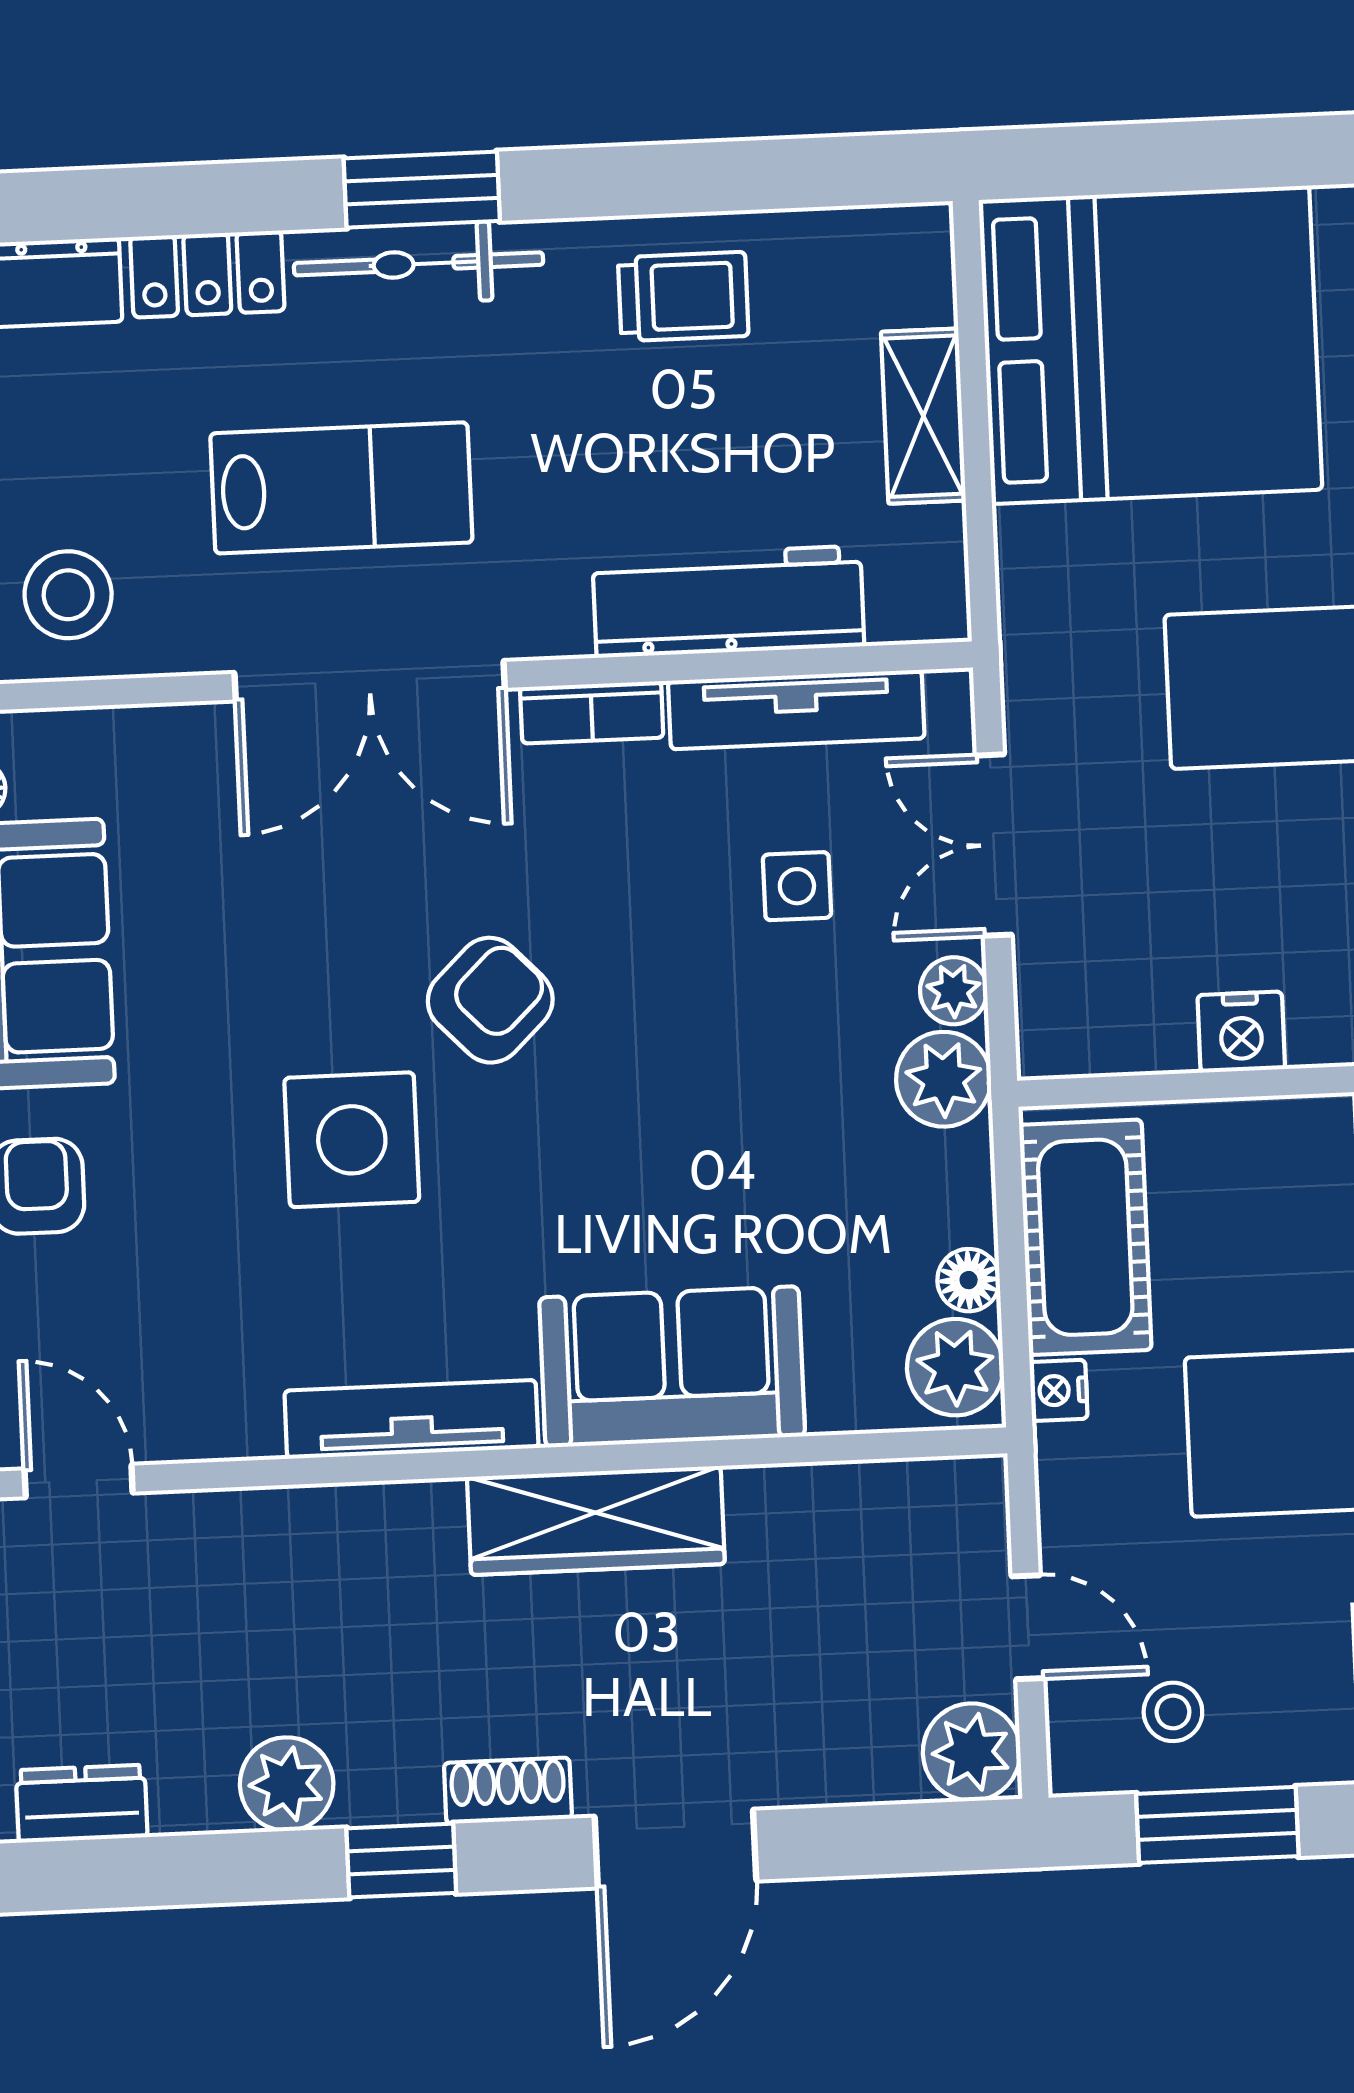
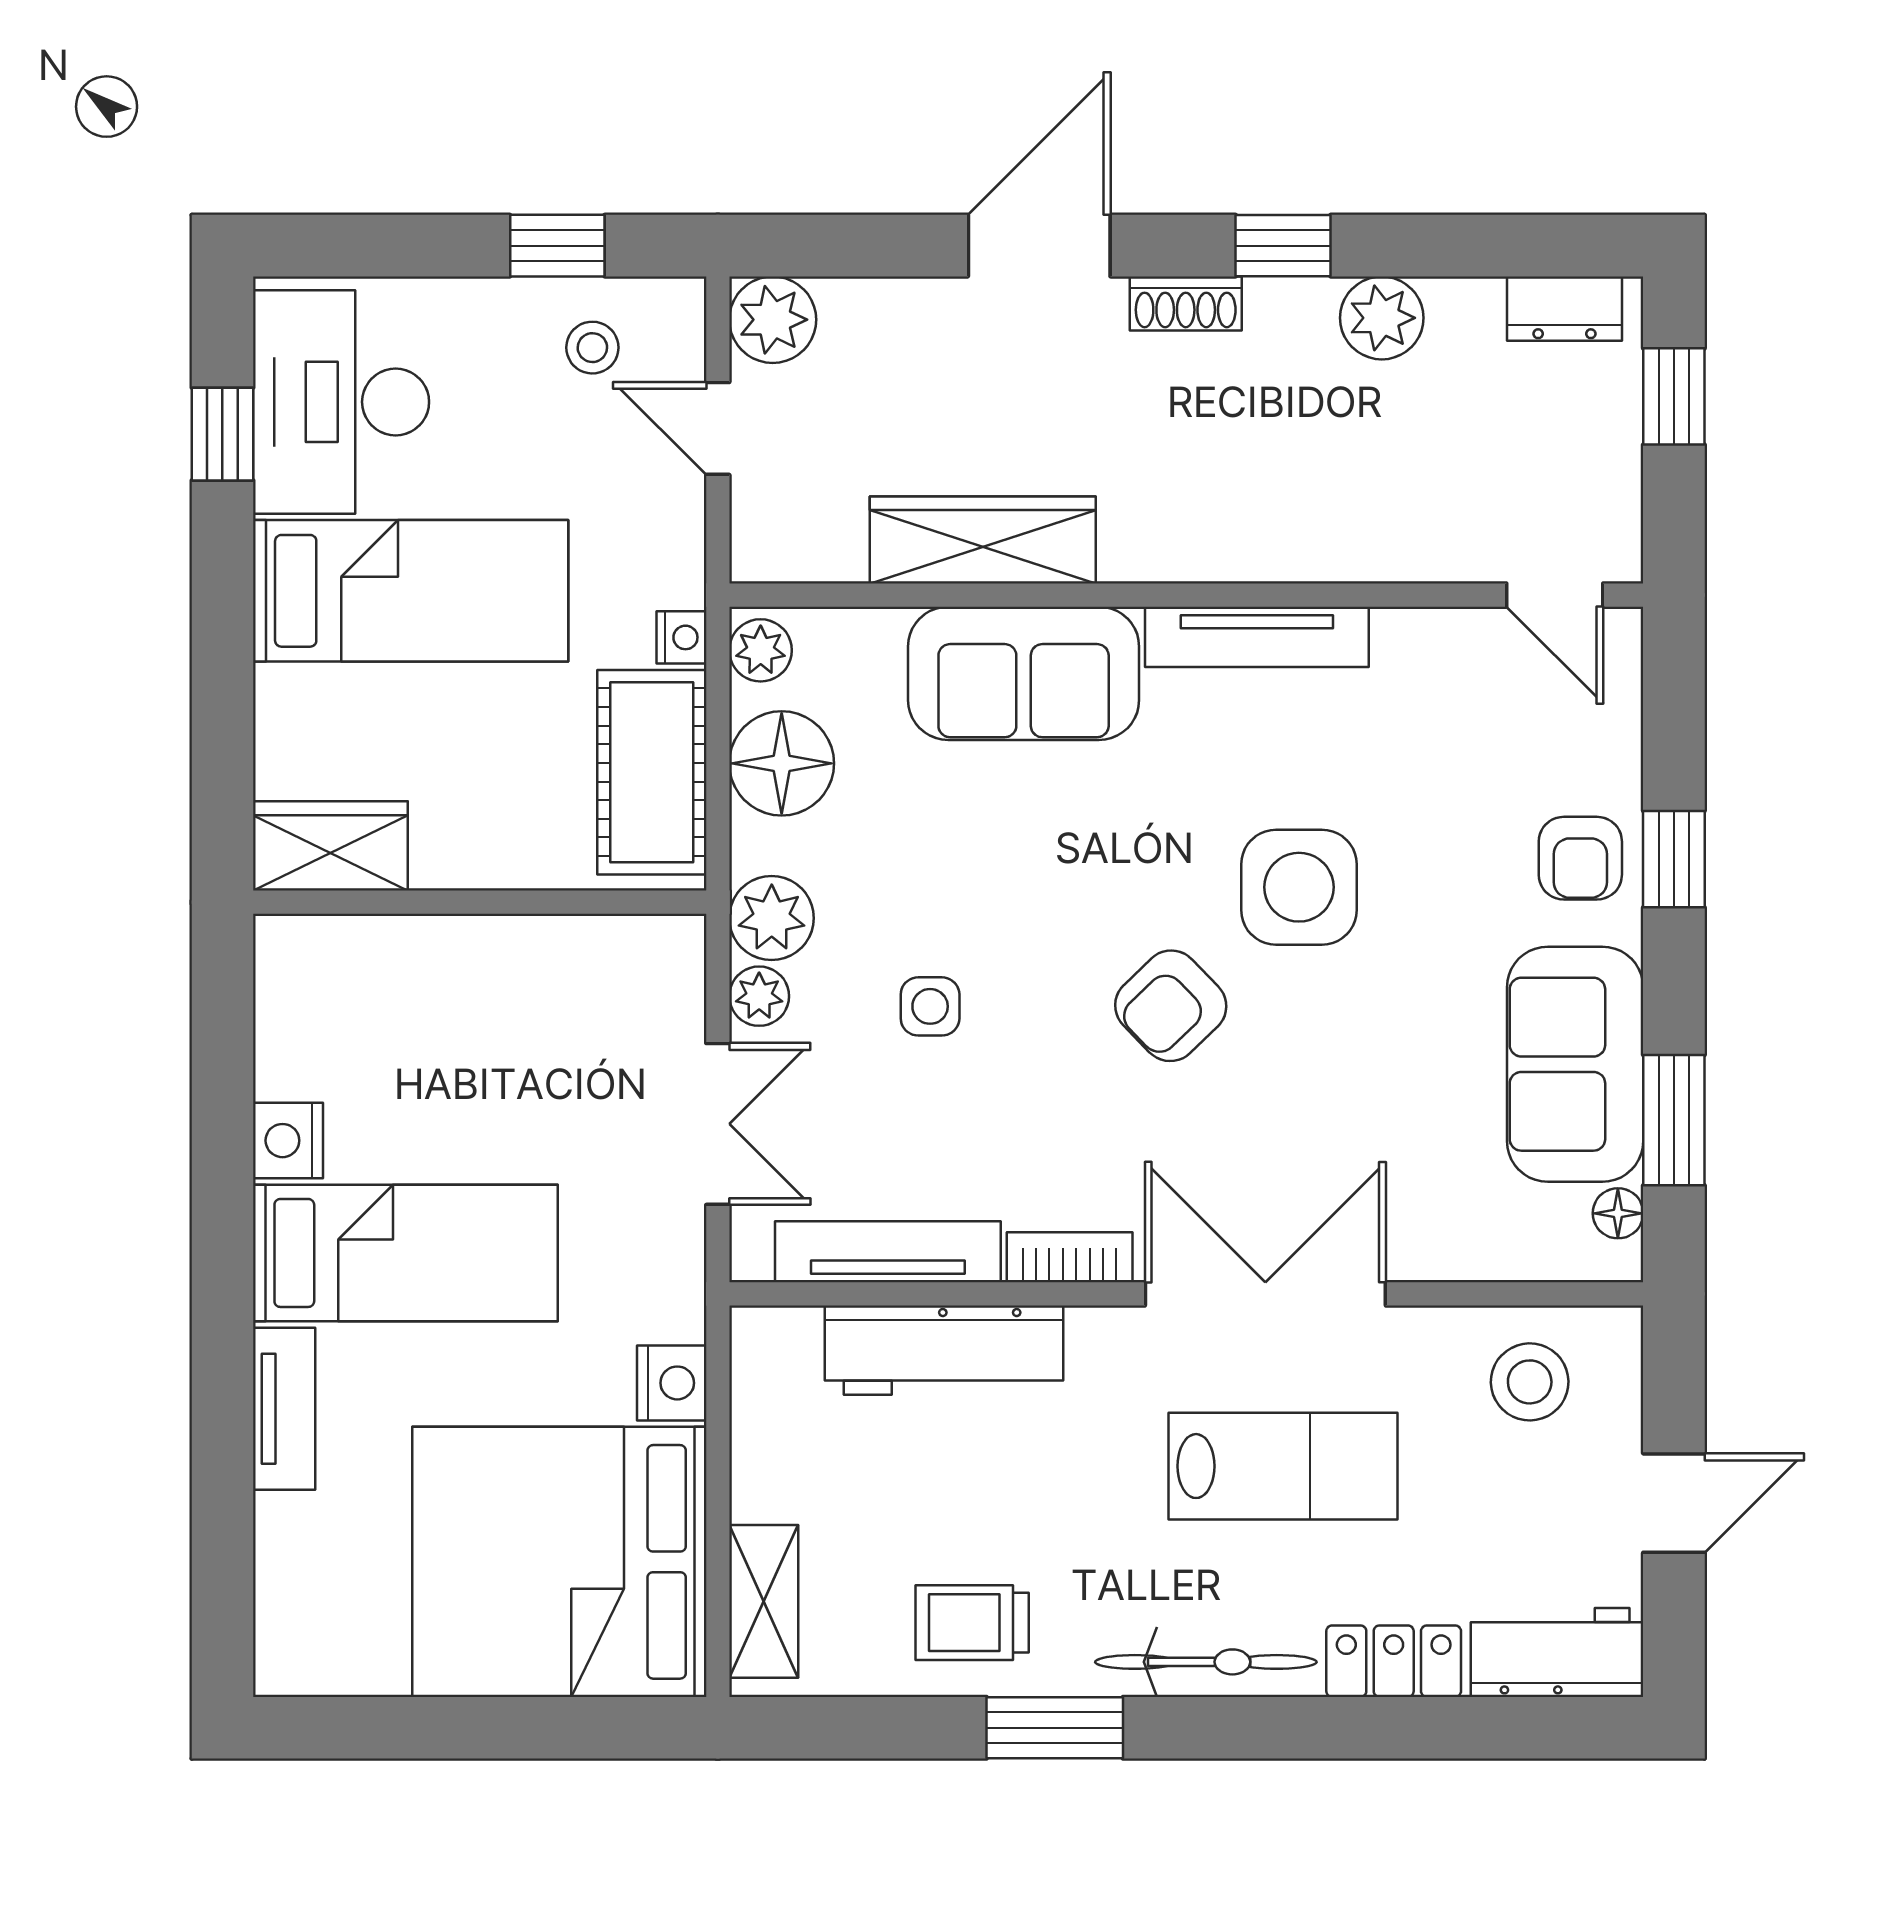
window: (422, 190) -> (1055, 1728), moved
shelving: (923, 416) -> (764, 1601), moved
lab bench: (341, 488) -> (1283, 1466), turned 180
side table: (797, 886) -> (930, 1006), moved
nightstand: (1241, 1032) -> (672, 1383), moved, turned 90
floor lamp: (969, 1280) -> (782, 763), width x1.89, depth x1.89
plant: (955, 1367) -> (761, 650), width x0.73, depth x0.73
wardrobe: (596, 1520) -> (983, 540), moved
window: (1217, 1825) -> (557, 246), width x0.67

